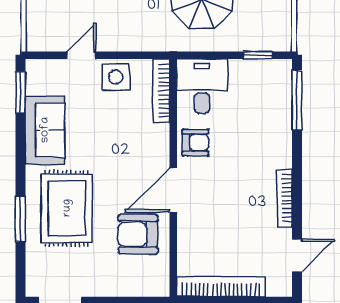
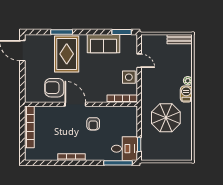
desk: (202, 86) -> (124, 149), moved
armchair: (195, 143) -> (93, 124), moved
rug: (67, 208) -> (67, 54), turned 90
armchair: (138, 234) -> (54, 88), turned -90
door: (297, 256) -> (44, 163), removed

